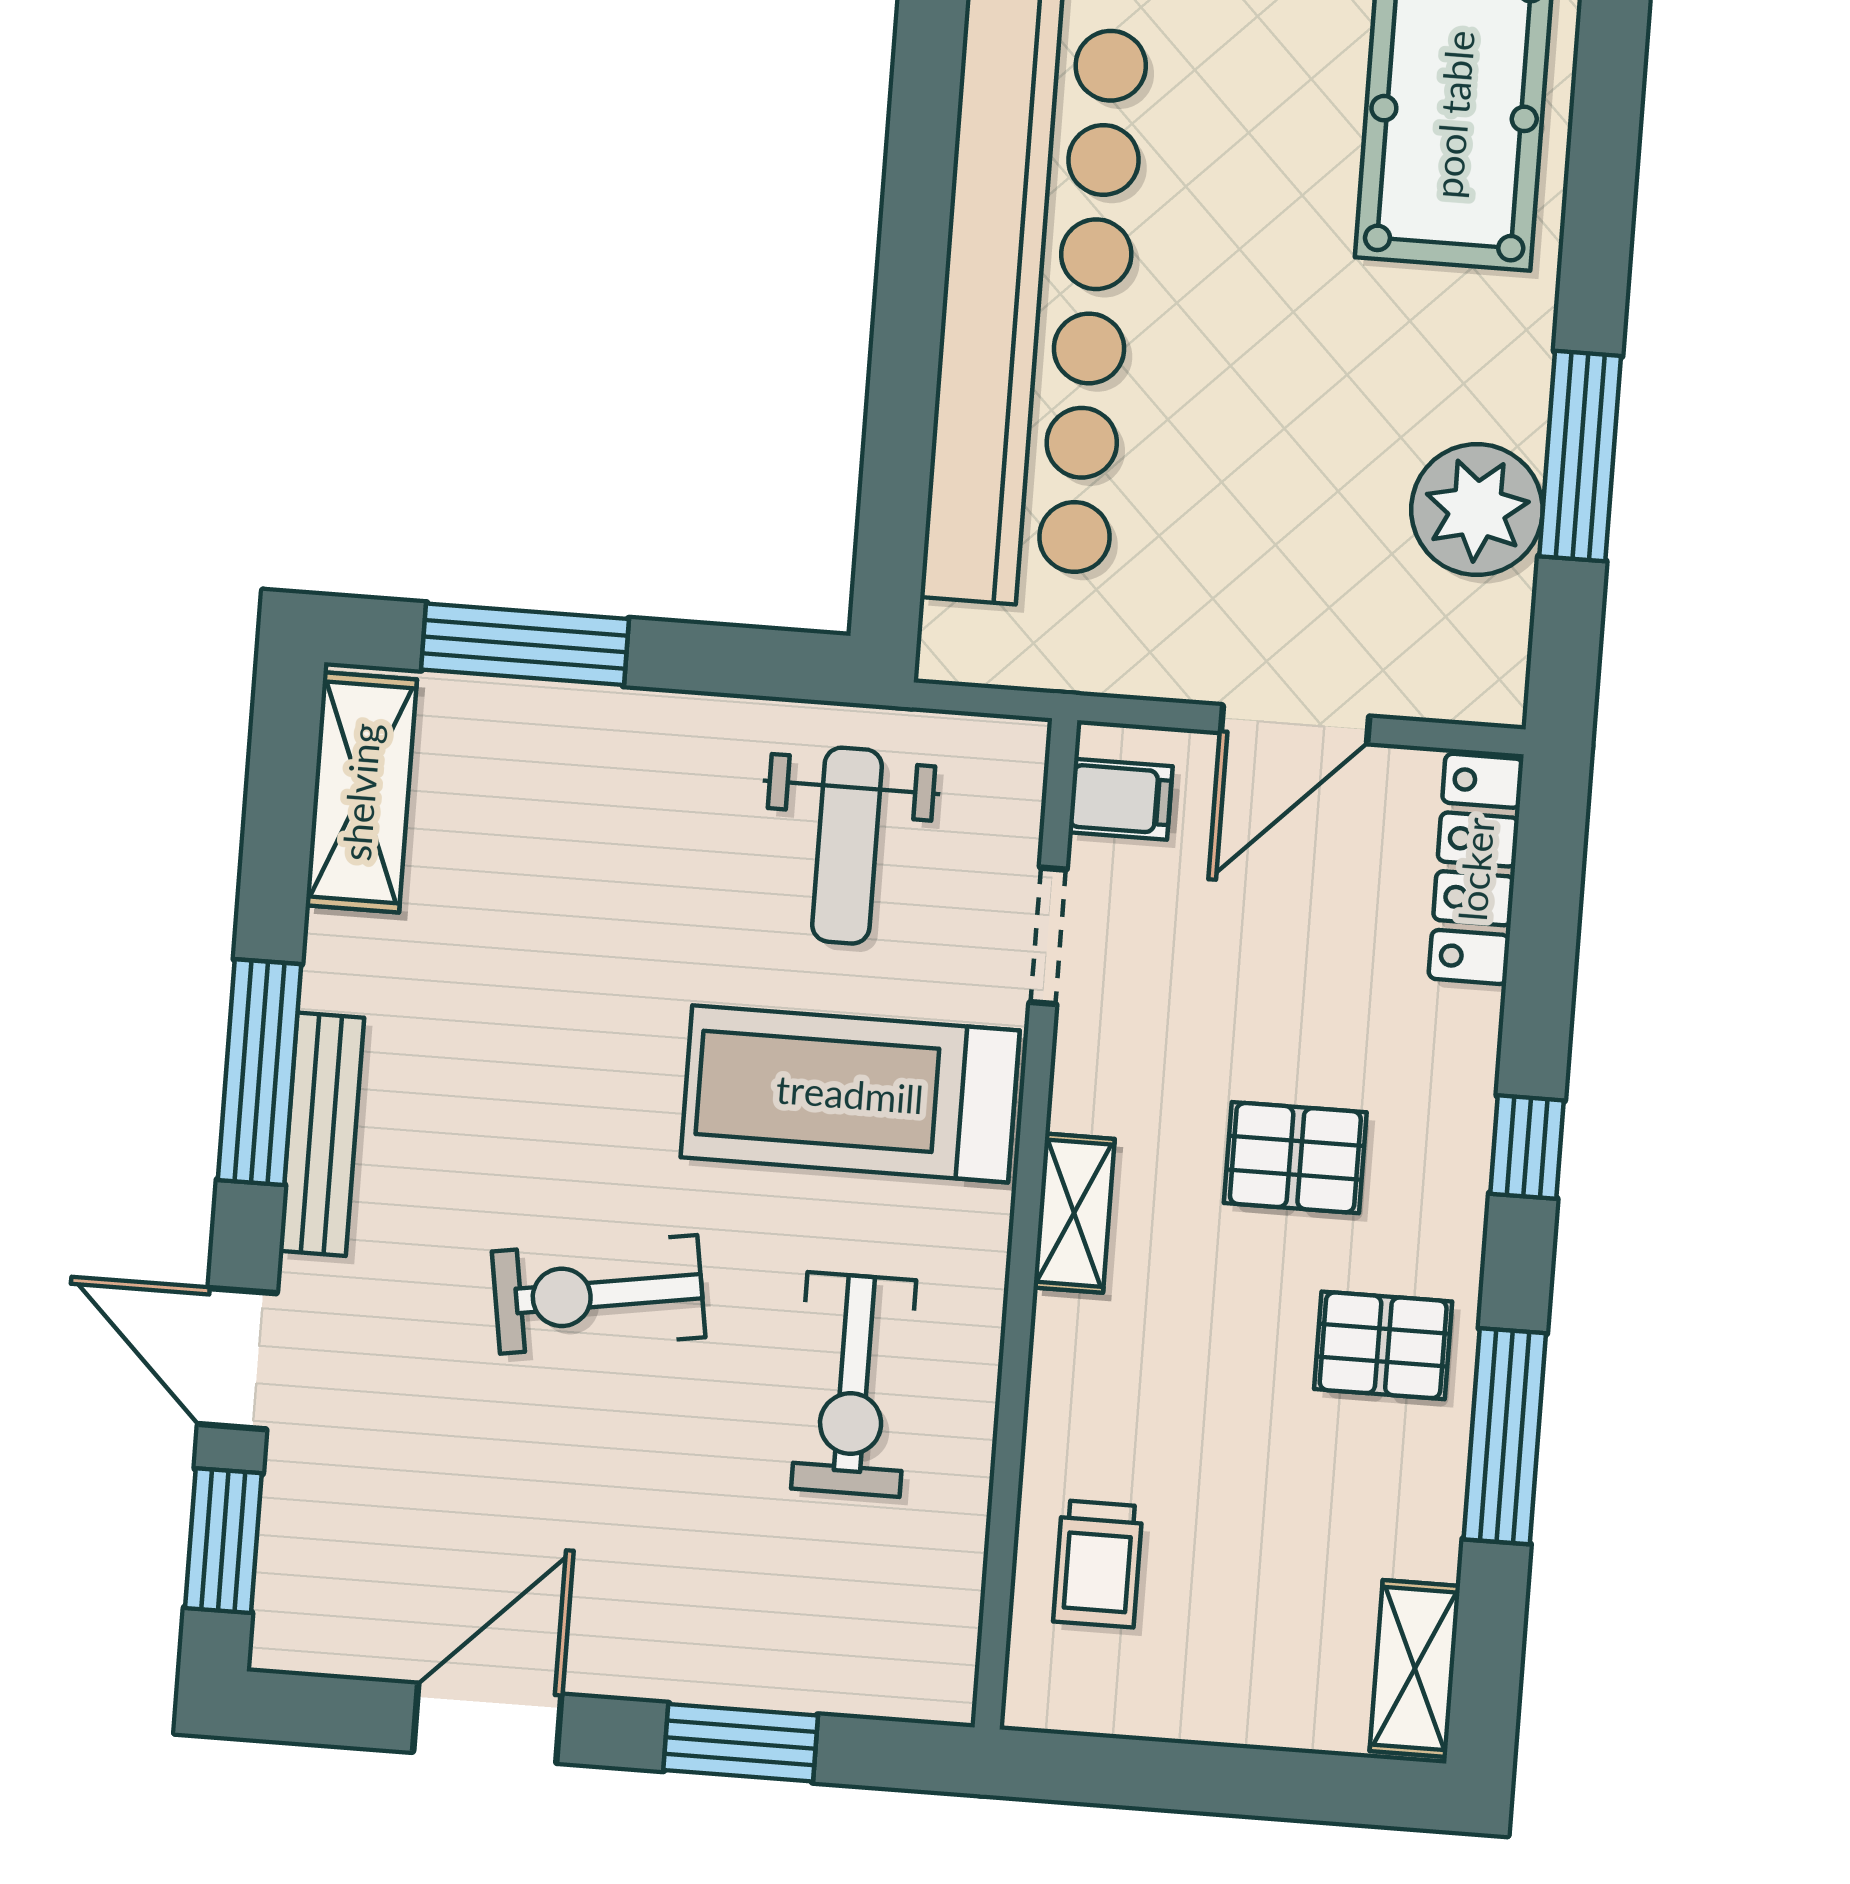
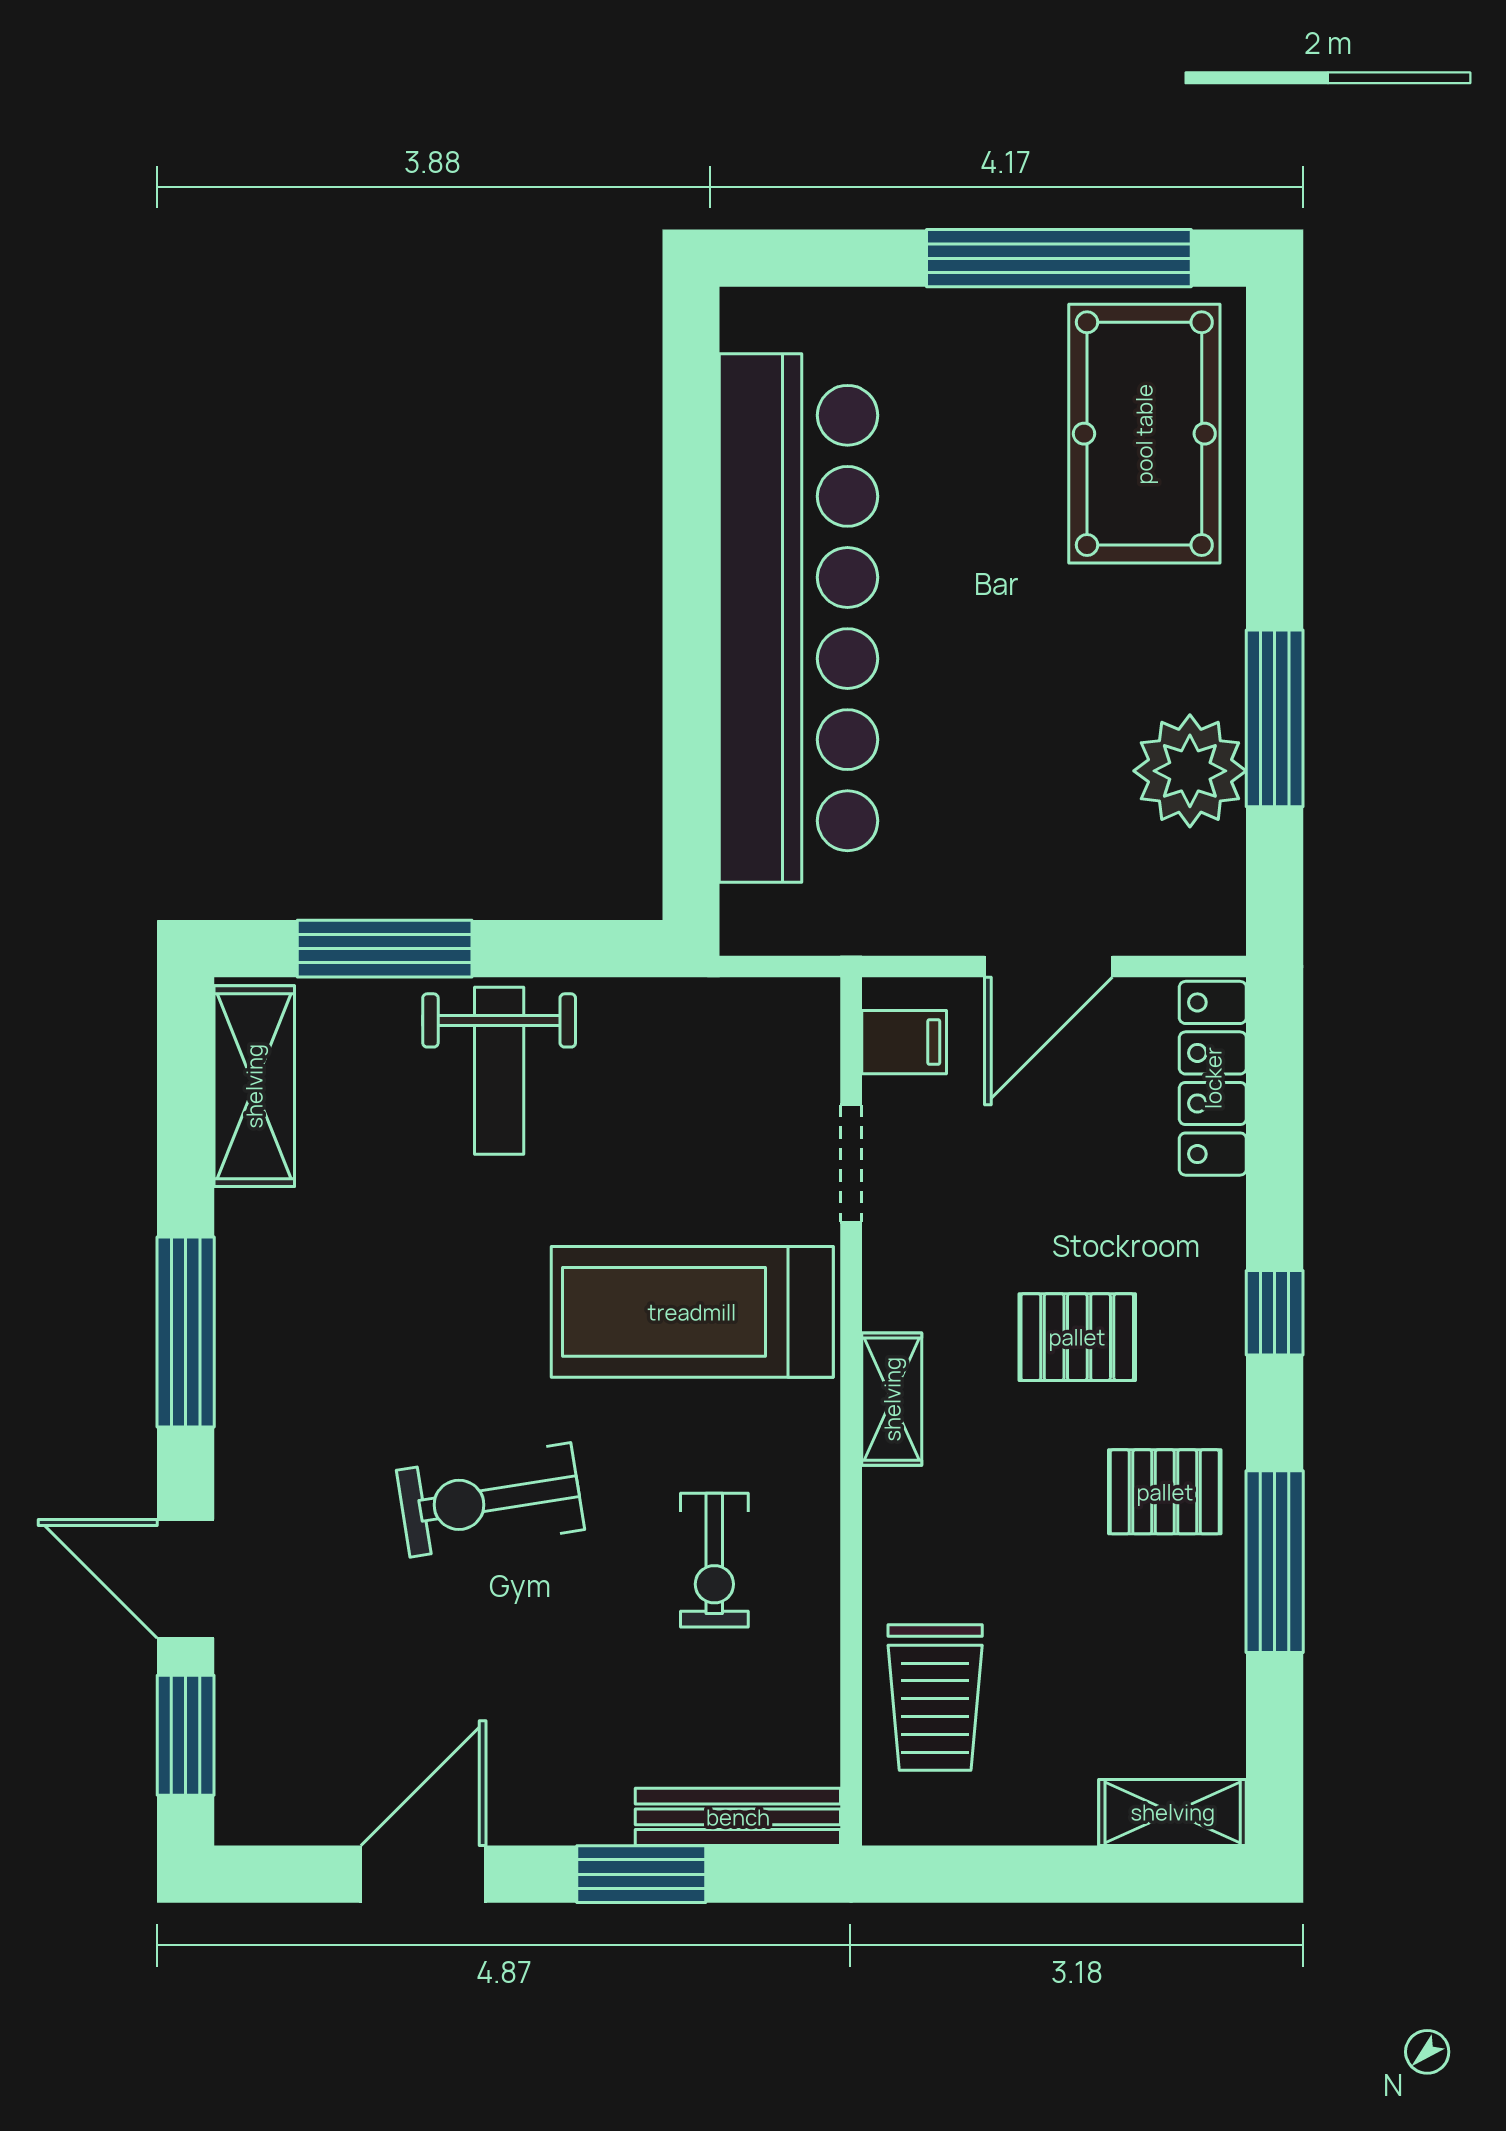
weight bench: (847, 846) -> (499, 1071), moved
bench: (322, 1134) -> (738, 1817), moved, turned 90
exercise bike: (854, 1384) -> (714, 1560), width x0.73, depth x0.72
trolley: (1098, 1564) -> (935, 1698), width x1.36, depth x1.39
shelving: (1415, 1669) -> (1173, 1812), moved, turned 90

